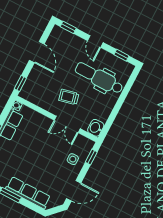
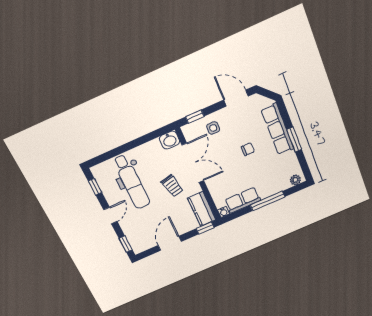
kitchen counter: (34, 96) -> (202, 209), added
double door: (67, 124) -> (193, 163), width x1.37
chair: (37, 163) -> (248, 149), added

